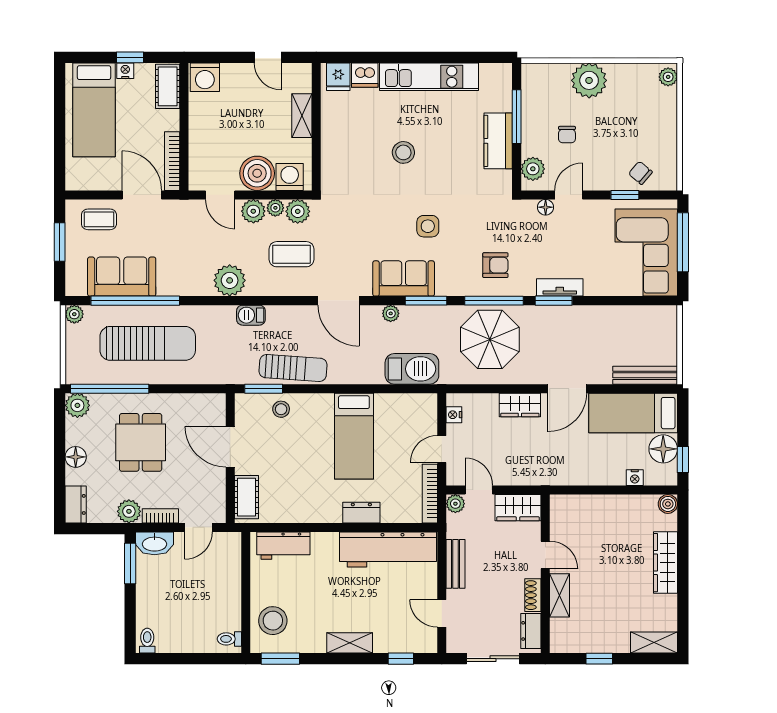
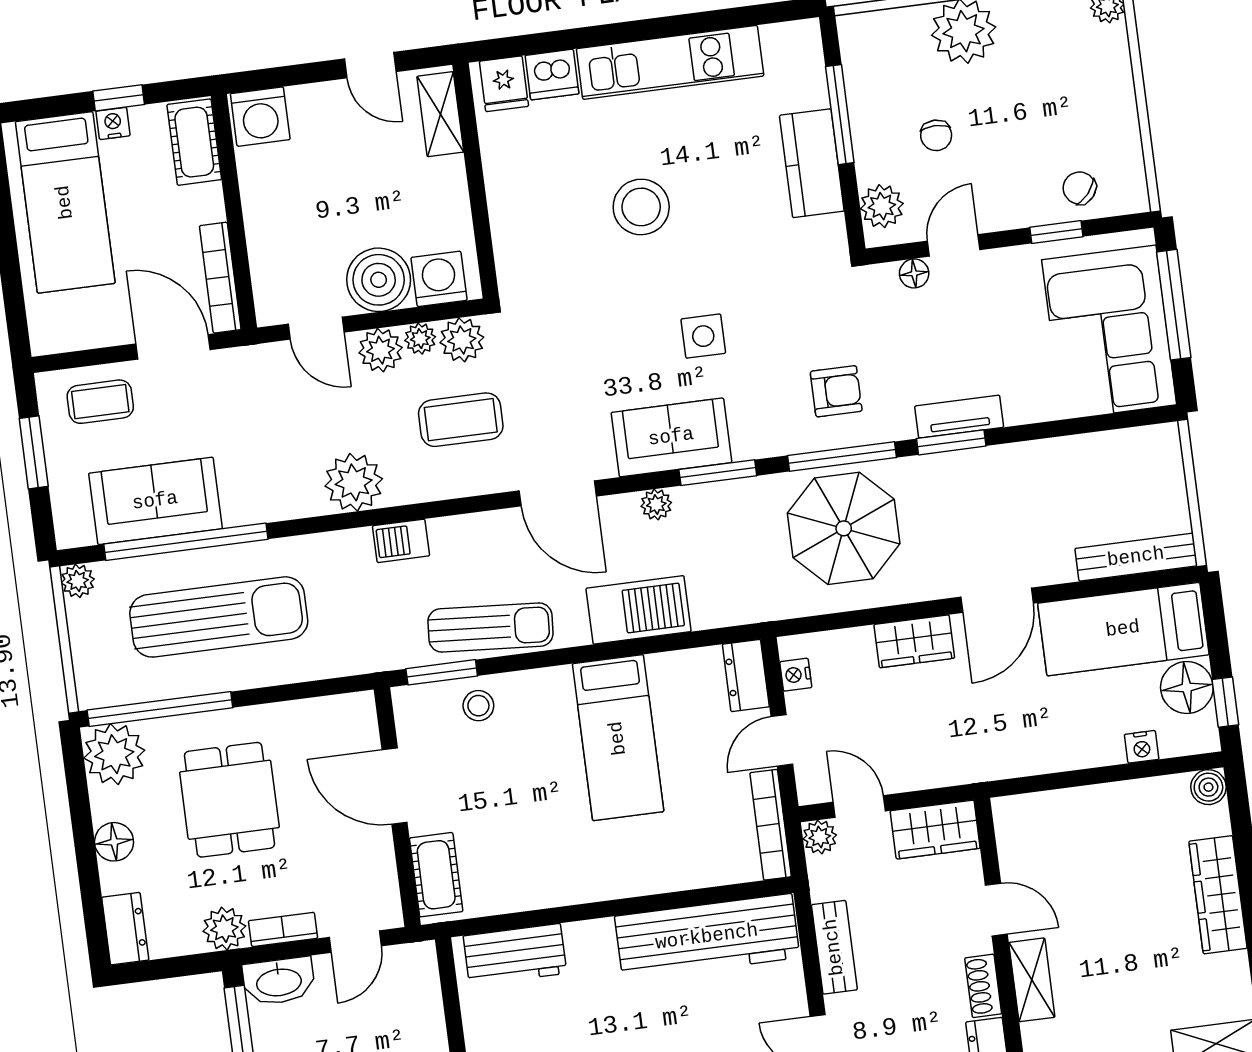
shelving: (302, 116) -> (440, 114), moved
stool: (403, 152) -> (641, 207), width x1.38, depth x1.38
barbecue: (412, 369) -> (639, 610), moved
plant: (77, 405) -> (114, 754), width x1.36, depth x1.36
dresser: (361, 513) -> (746, 676), moved, turned -90

